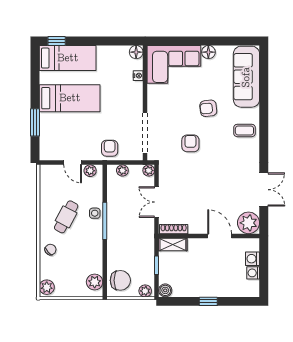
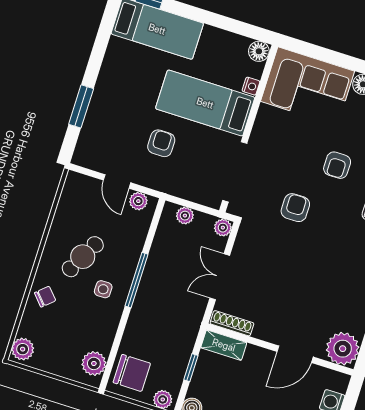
bed: (70, 98) -> (205, 103), moved, turned 180
armchair: (208, 108) -> (337, 165), turned -84
armchair: (110, 148) -> (161, 143), moved
side table: (95, 213) -> (103, 289), moved
door: (220, 236) -> (295, 354), swing flipped

